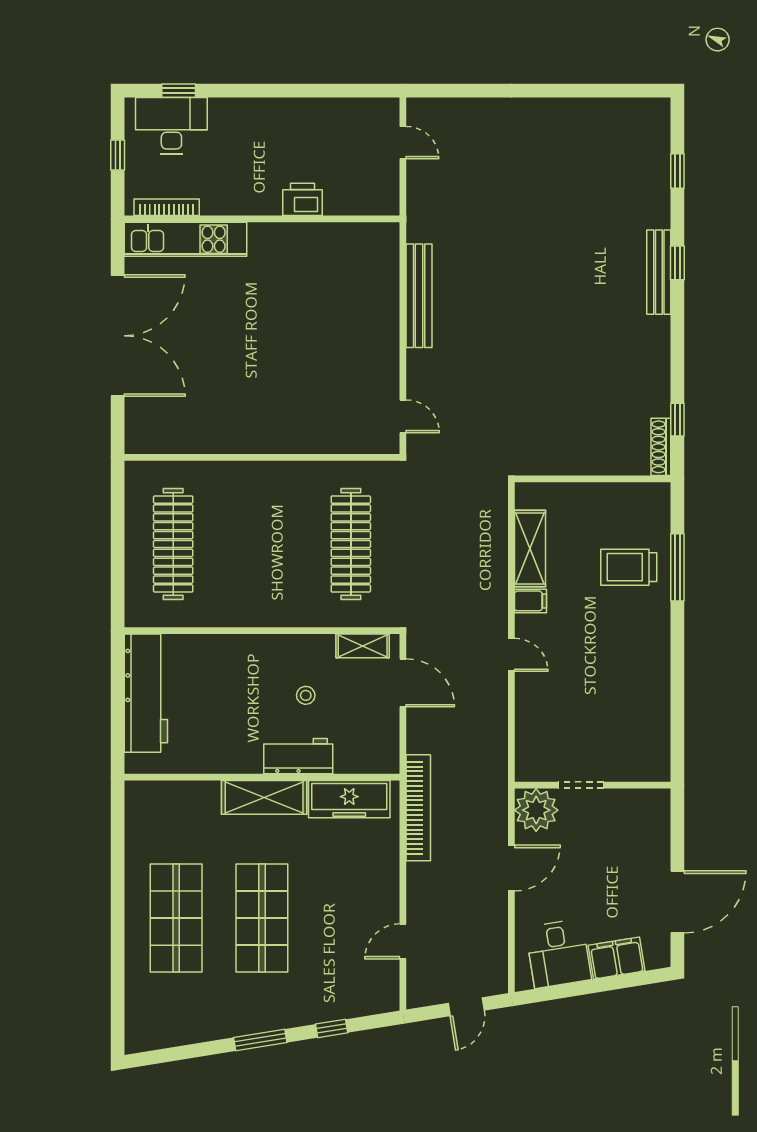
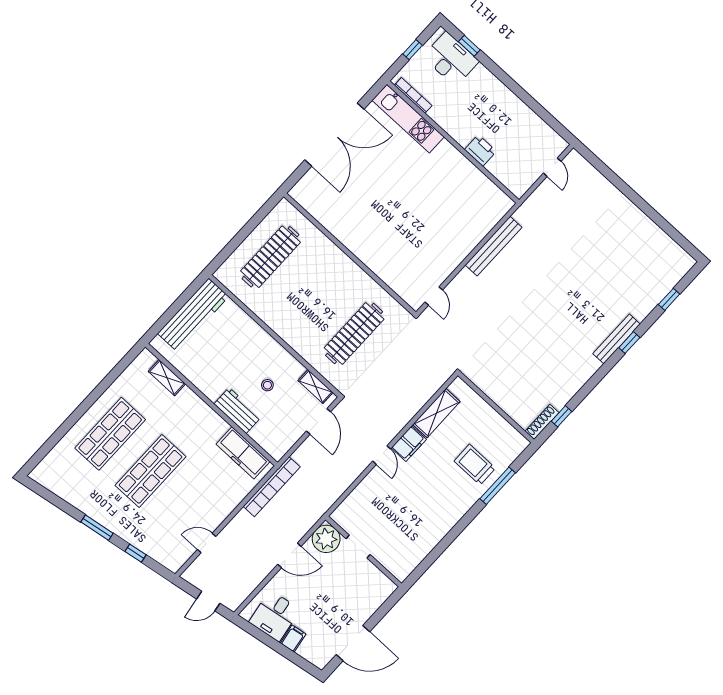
filing cabinet: (530, 601) -> (409, 444), width x2.00
shelving: (264, 797) -> (167, 378), moved, width x0.67, depth x0.75
filing cabinet: (617, 958) -> (293, 639), width x0.50

